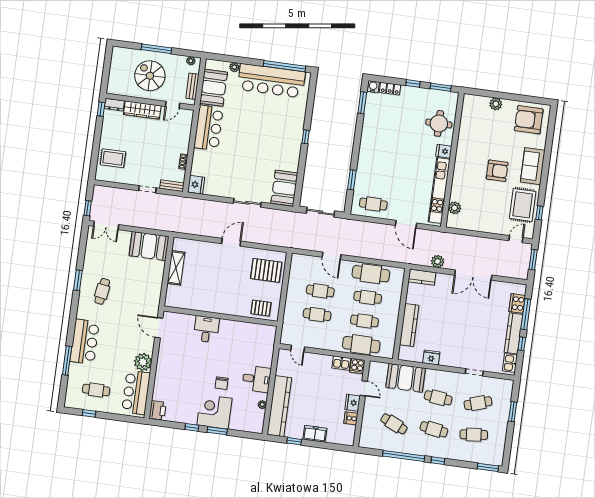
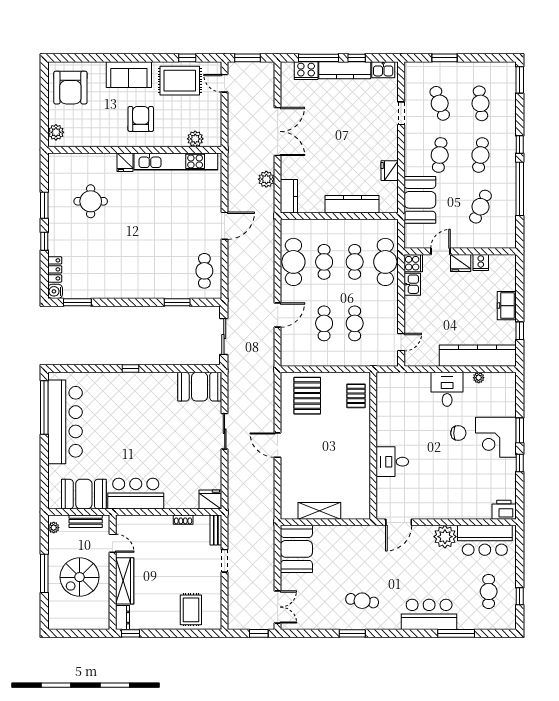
plant: (234, 67) -> (54, 471), removed
fridge: (444, 151) -> (125, 162), moved
wall: (452, 160) -> (135, 150), moved
kitchen unit: (439, 191) -> (176, 161), moved
plant: (455, 208) -> (195, 139), moved

